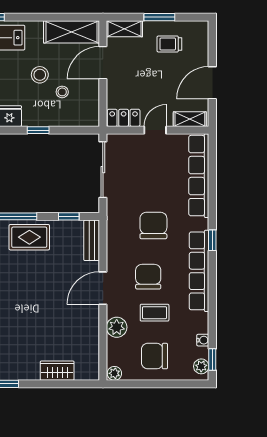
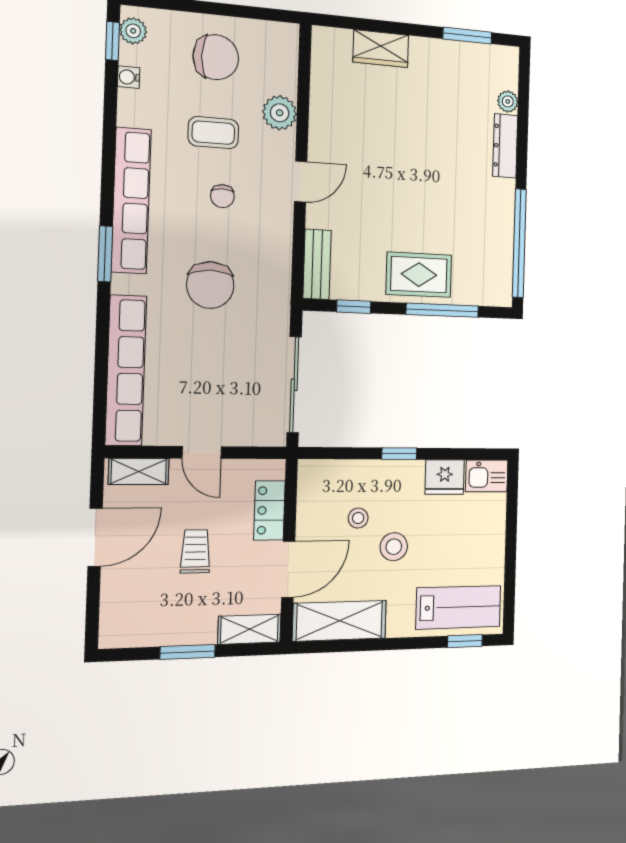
trolley: (169, 44) -> (195, 551), moved, turned -90
locker: (124, 118) -> (269, 510), moved, turned 90
door: (155, 130) -> (202, 452), hinge flipped
window: (212, 240) -> (105, 254), width x1.50
chair: (148, 277) -> (222, 196), width x0.54, depth x0.54
door: (103, 288) -> (301, 182), width x0.73
plant: (114, 373) -> (286, 34), removed

